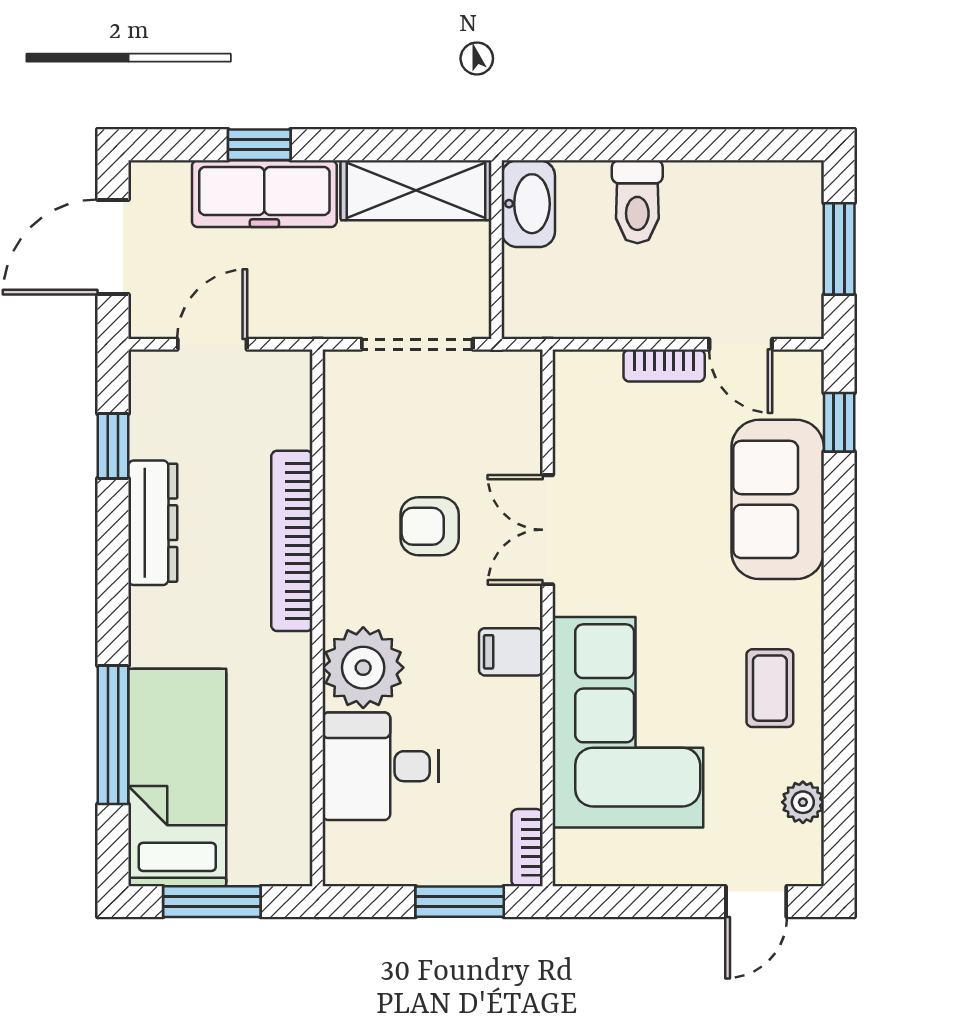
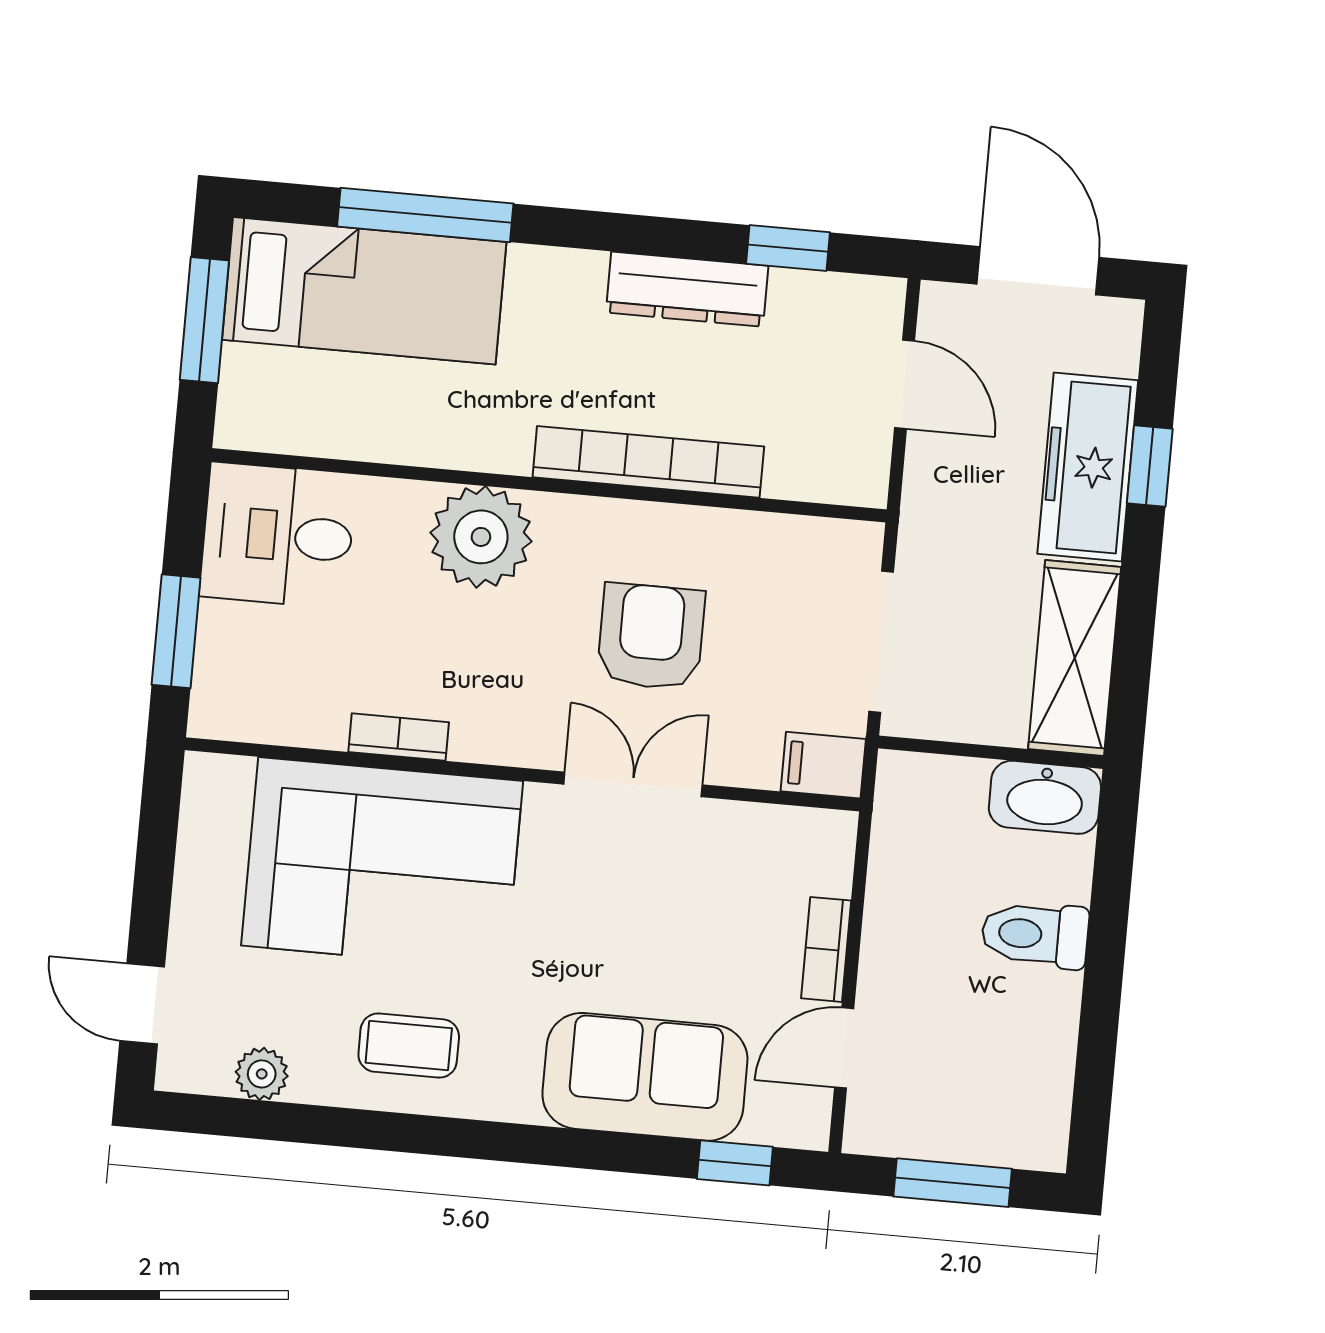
armchair: (430, 526) -> (651, 637), width x1.38, depth x1.38
filing cabinet: (511, 652) -> (823, 765), moved, turned -90
desk: (381, 766) -> (278, 535), moved, turned -90
bookcase: (527, 848) -> (399, 737), moved

